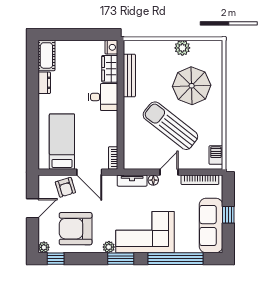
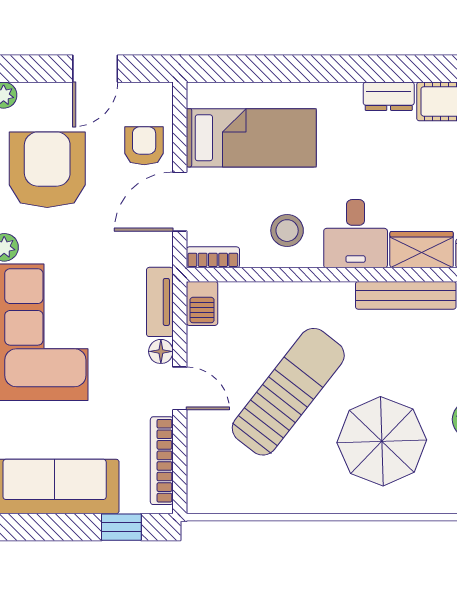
stool: (102, 126) -> (287, 231), added
barbecue: (216, 155) -> (202, 303), moved, turned 90
armchair: (65, 187) -> (144, 146), turned 107
door: (32, 208) -> (95, 69), hinge flipped
window: (228, 215) -> (121, 527), moved

